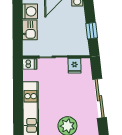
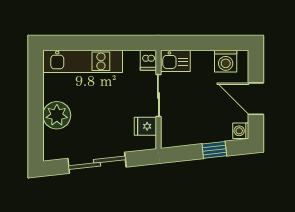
kitchen sink: (30, 30) -> (175, 61), moved
window: (92, 31) -> (214, 150), moved

